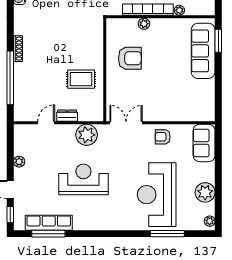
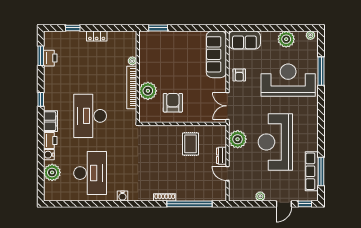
plant: (144, 24) -> (148, 91), width x1.87, depth x1.87
sofa: (203, 51) -> (216, 54), moved, turned 90
reception desk: (83, 179) -> (275, 142), width x1.36, depth x1.30
reception desk: (157, 195) -> (288, 80), turned 180

